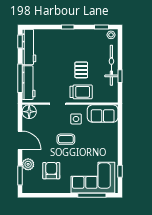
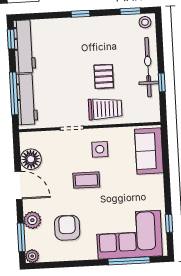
floor lamp: (29, 112) -> (31, 159), moved
sofa: (103, 114) -> (149, 151), moved, turned 90
plant: (27, 189) -> (32, 256), added

